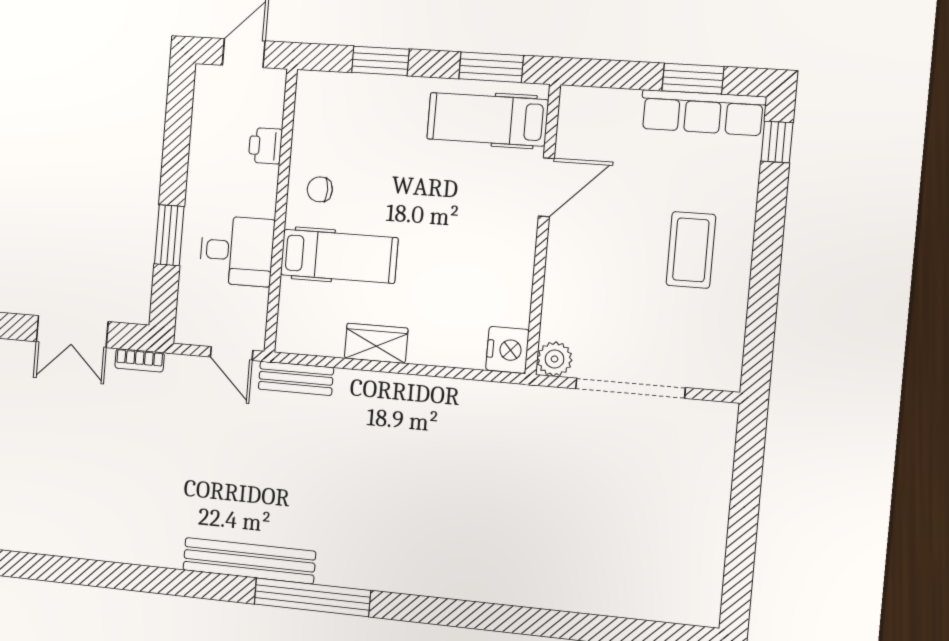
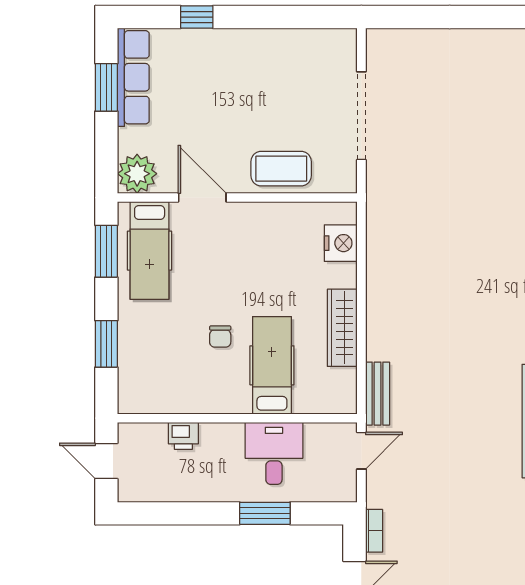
window: (777, 142) -> (197, 17), moved
chair: (320, 189) -> (220, 337), moved
coffee table: (691, 250) -> (281, 169), moved
wardrobe: (376, 343) -> (342, 328), width x1.50
nightstand: (507, 350) -> (341, 243), moved, turned 90
plant: (555, 359) -> (137, 174), moved, width x1.36, depth x1.36

